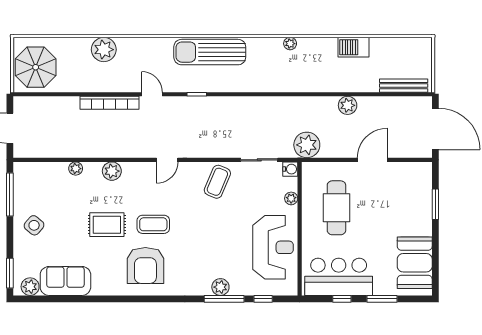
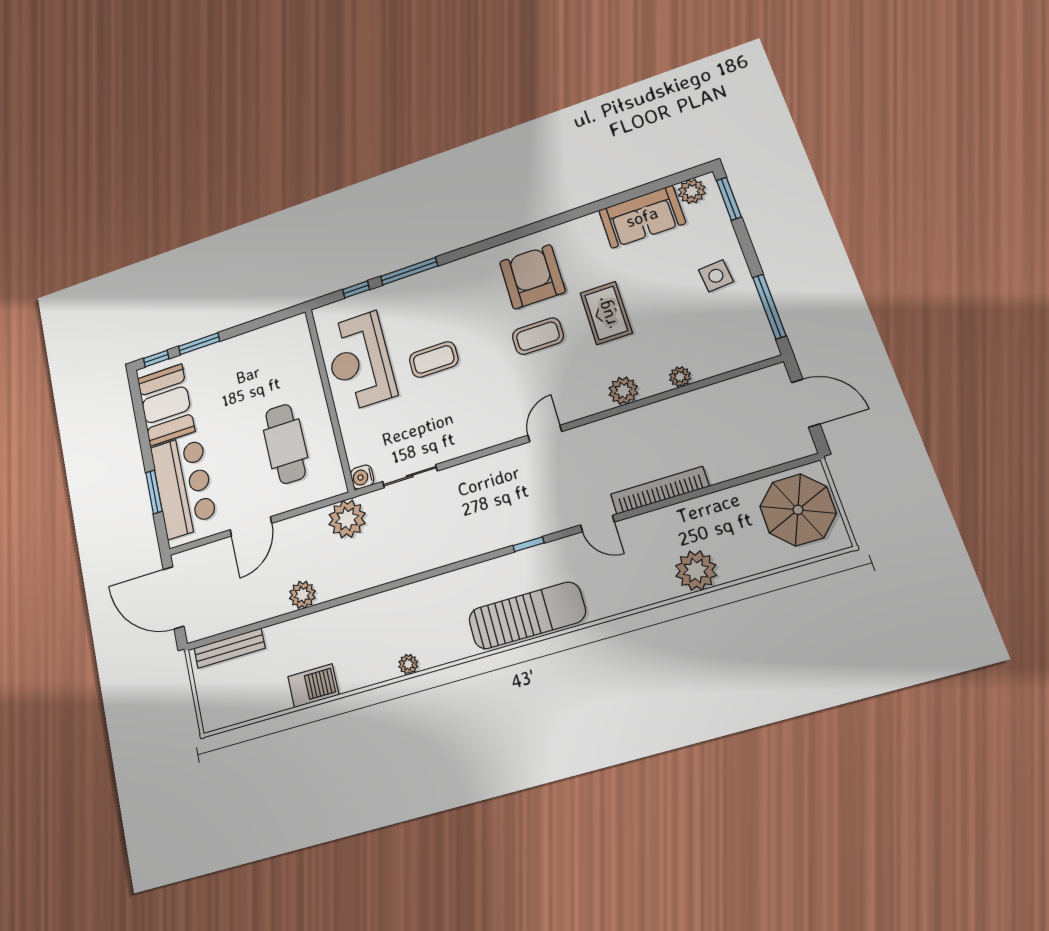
coffee table: (217, 182) -> (434, 359), moved, turned 67
plant: (291, 198) -> (351, 436), removed
side table: (34, 225) -> (716, 276), turned 45
rug: (107, 225) -> (606, 313), turned 90
bar counter: (339, 277) -> (184, 485), moved, turned -90
plant: (220, 287) -> (418, 285), removed
window: (342, 299) -> (156, 359), moved

